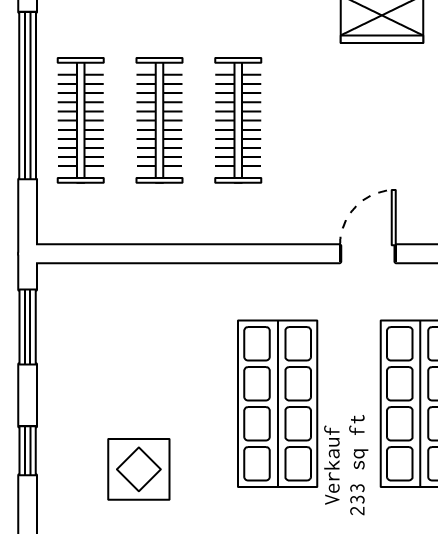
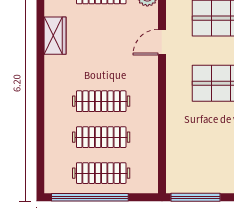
door: (368, 254) -> (162, 42), hinge flipped
window: (28, 327) -> (195, 197), width x1.44

